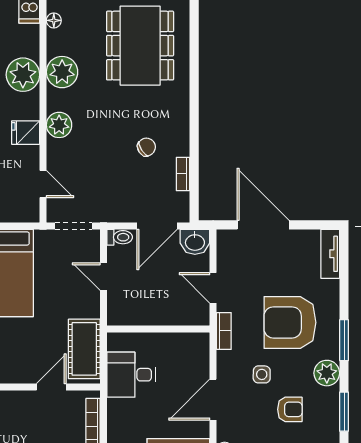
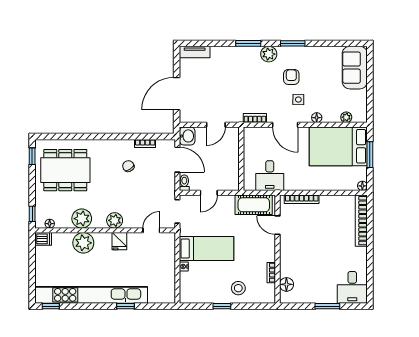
armchair: (290, 322) -> (237, 77), removed
bookcase: (224, 331) -> (255, 118), moved
side table: (262, 374) -> (298, 100), moved

